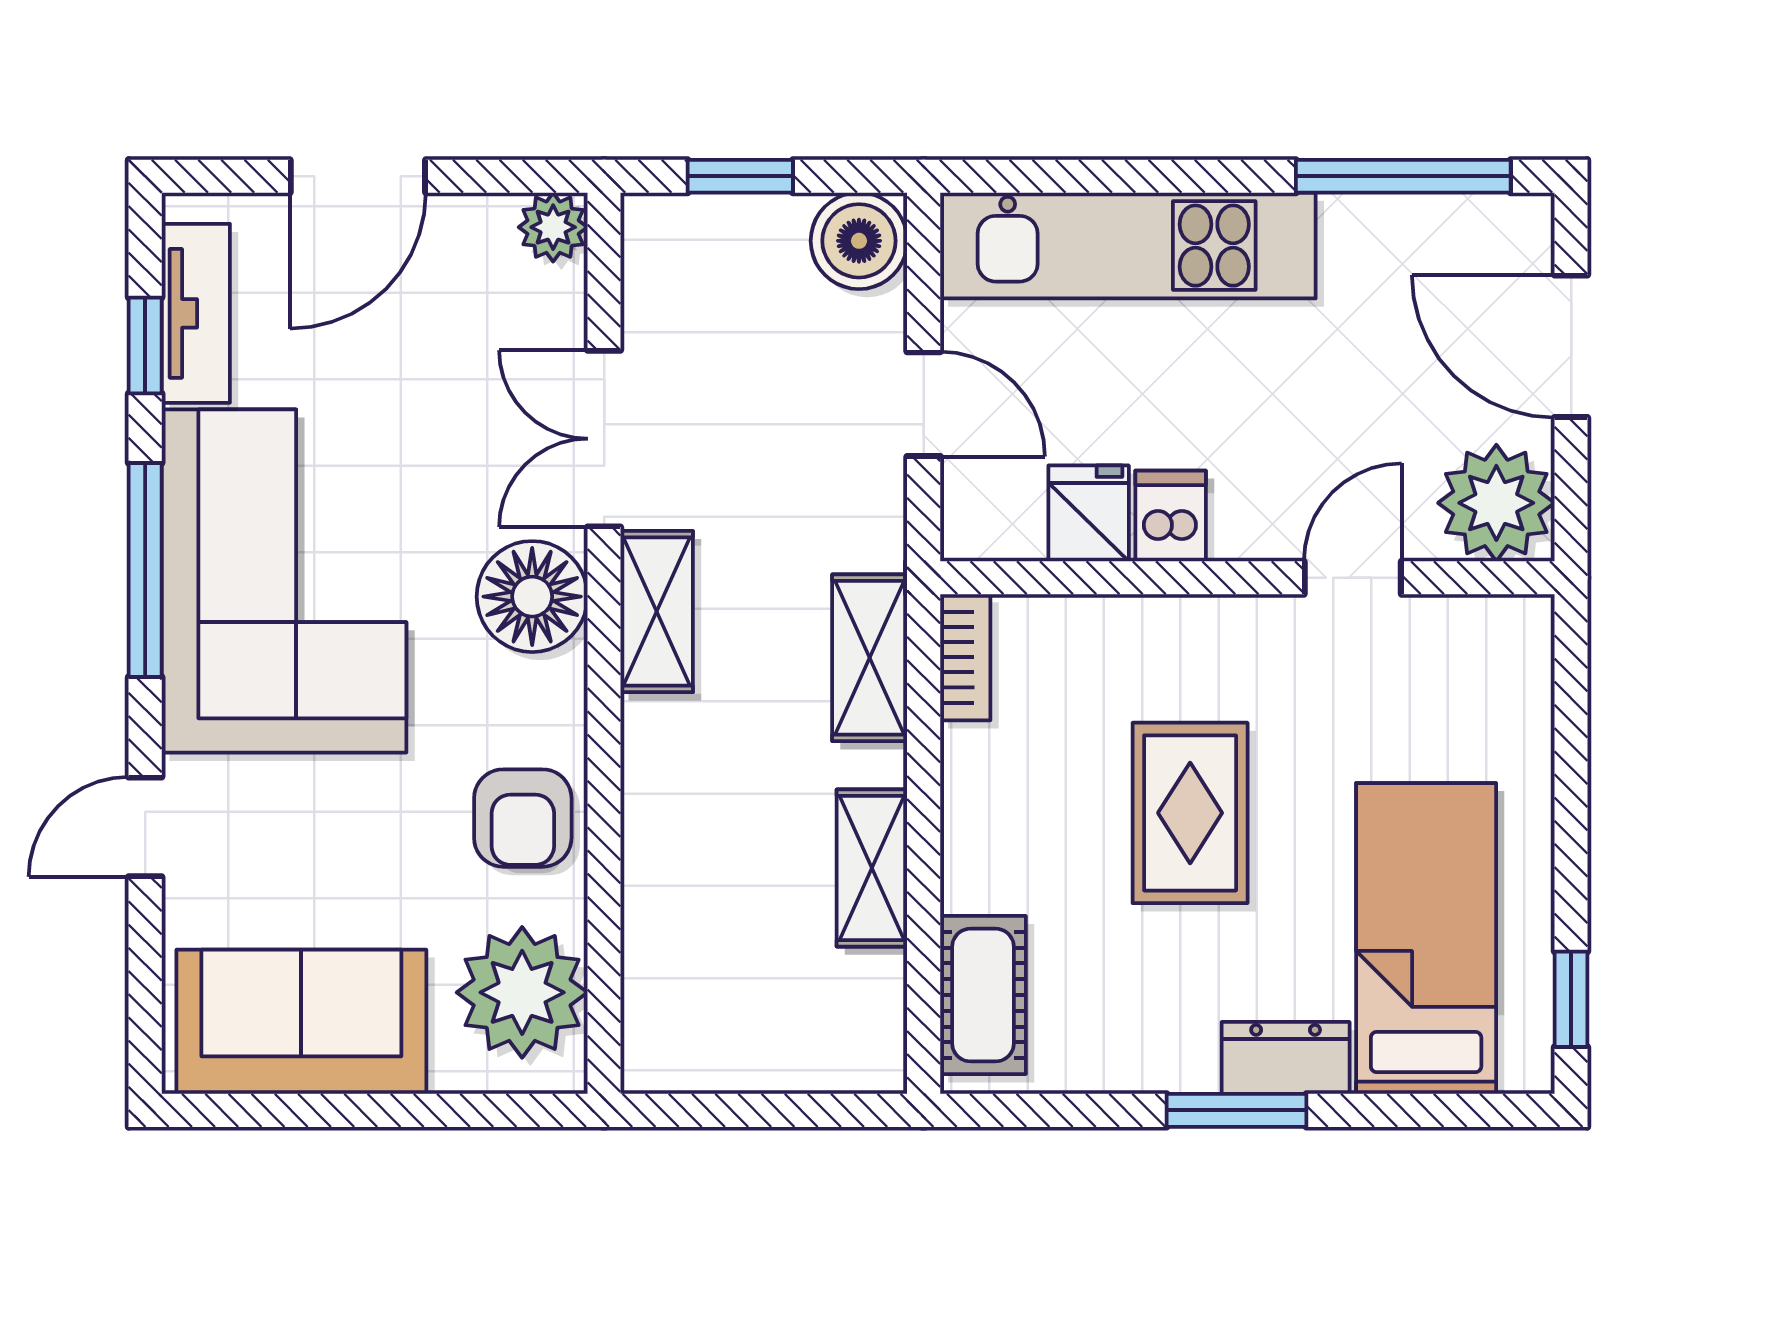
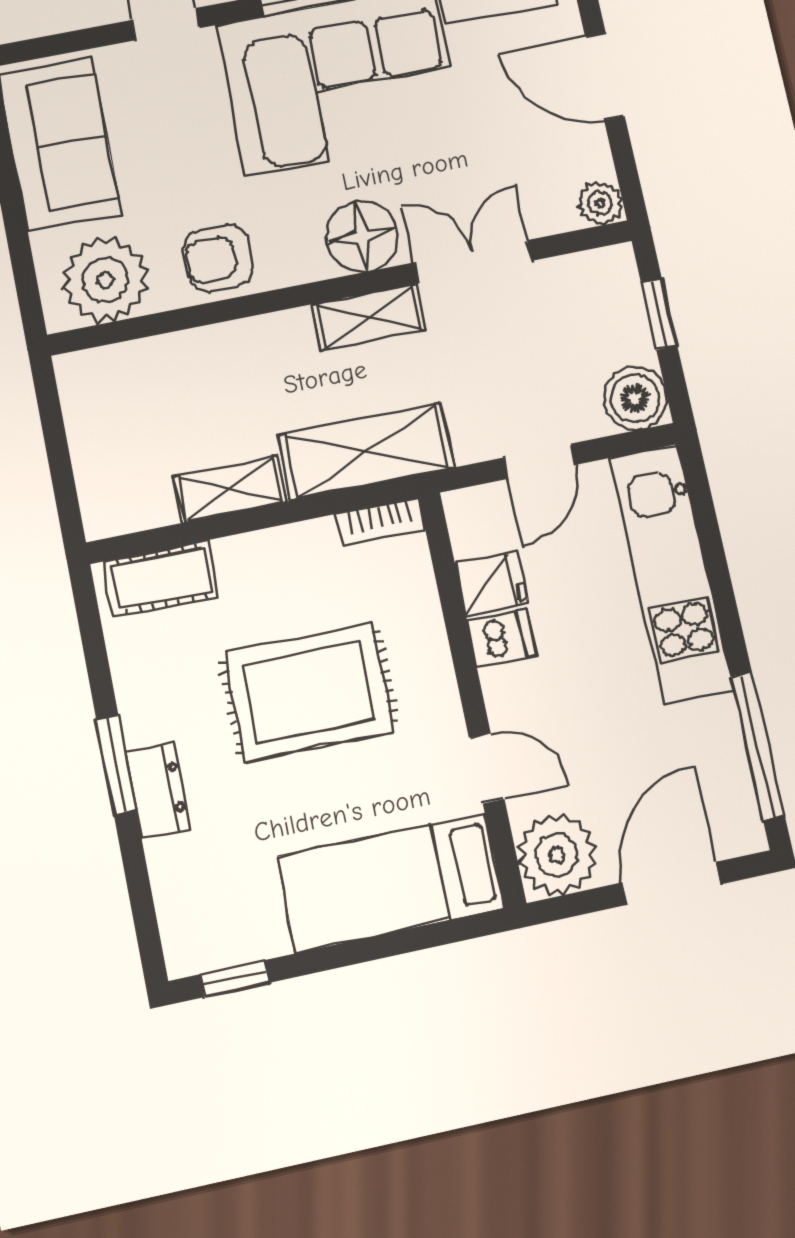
shelving: (870, 658) -> (366, 452), width x1.50, depth x1.33
rug: (1190, 813) -> (309, 692), width x1.36, depth x1.43
bed: (1426, 939) -> (391, 882), moved, turned 180

